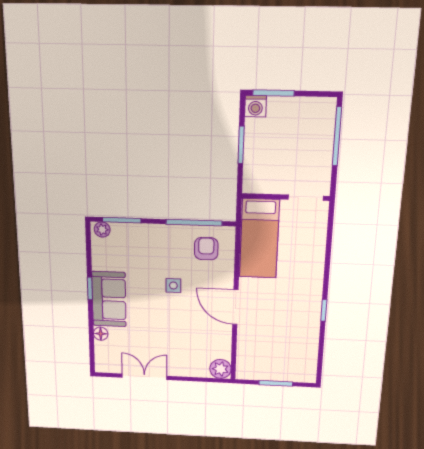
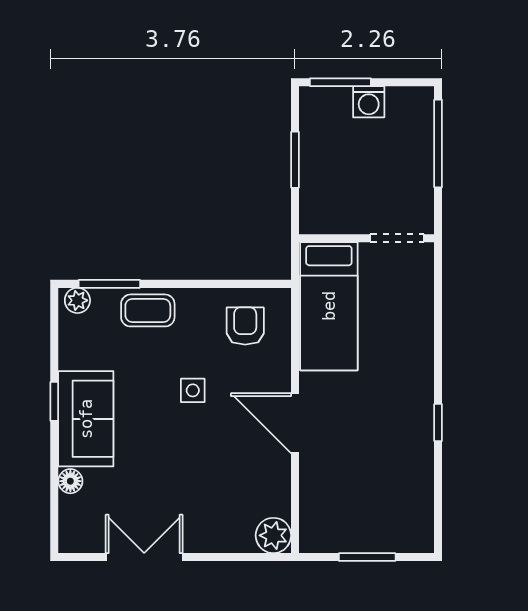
washing machine: (255, 106) -> (369, 102), moved
window: (194, 223) -> (225, 284), removed
coffee table: (146, 237) -> (148, 310), added

